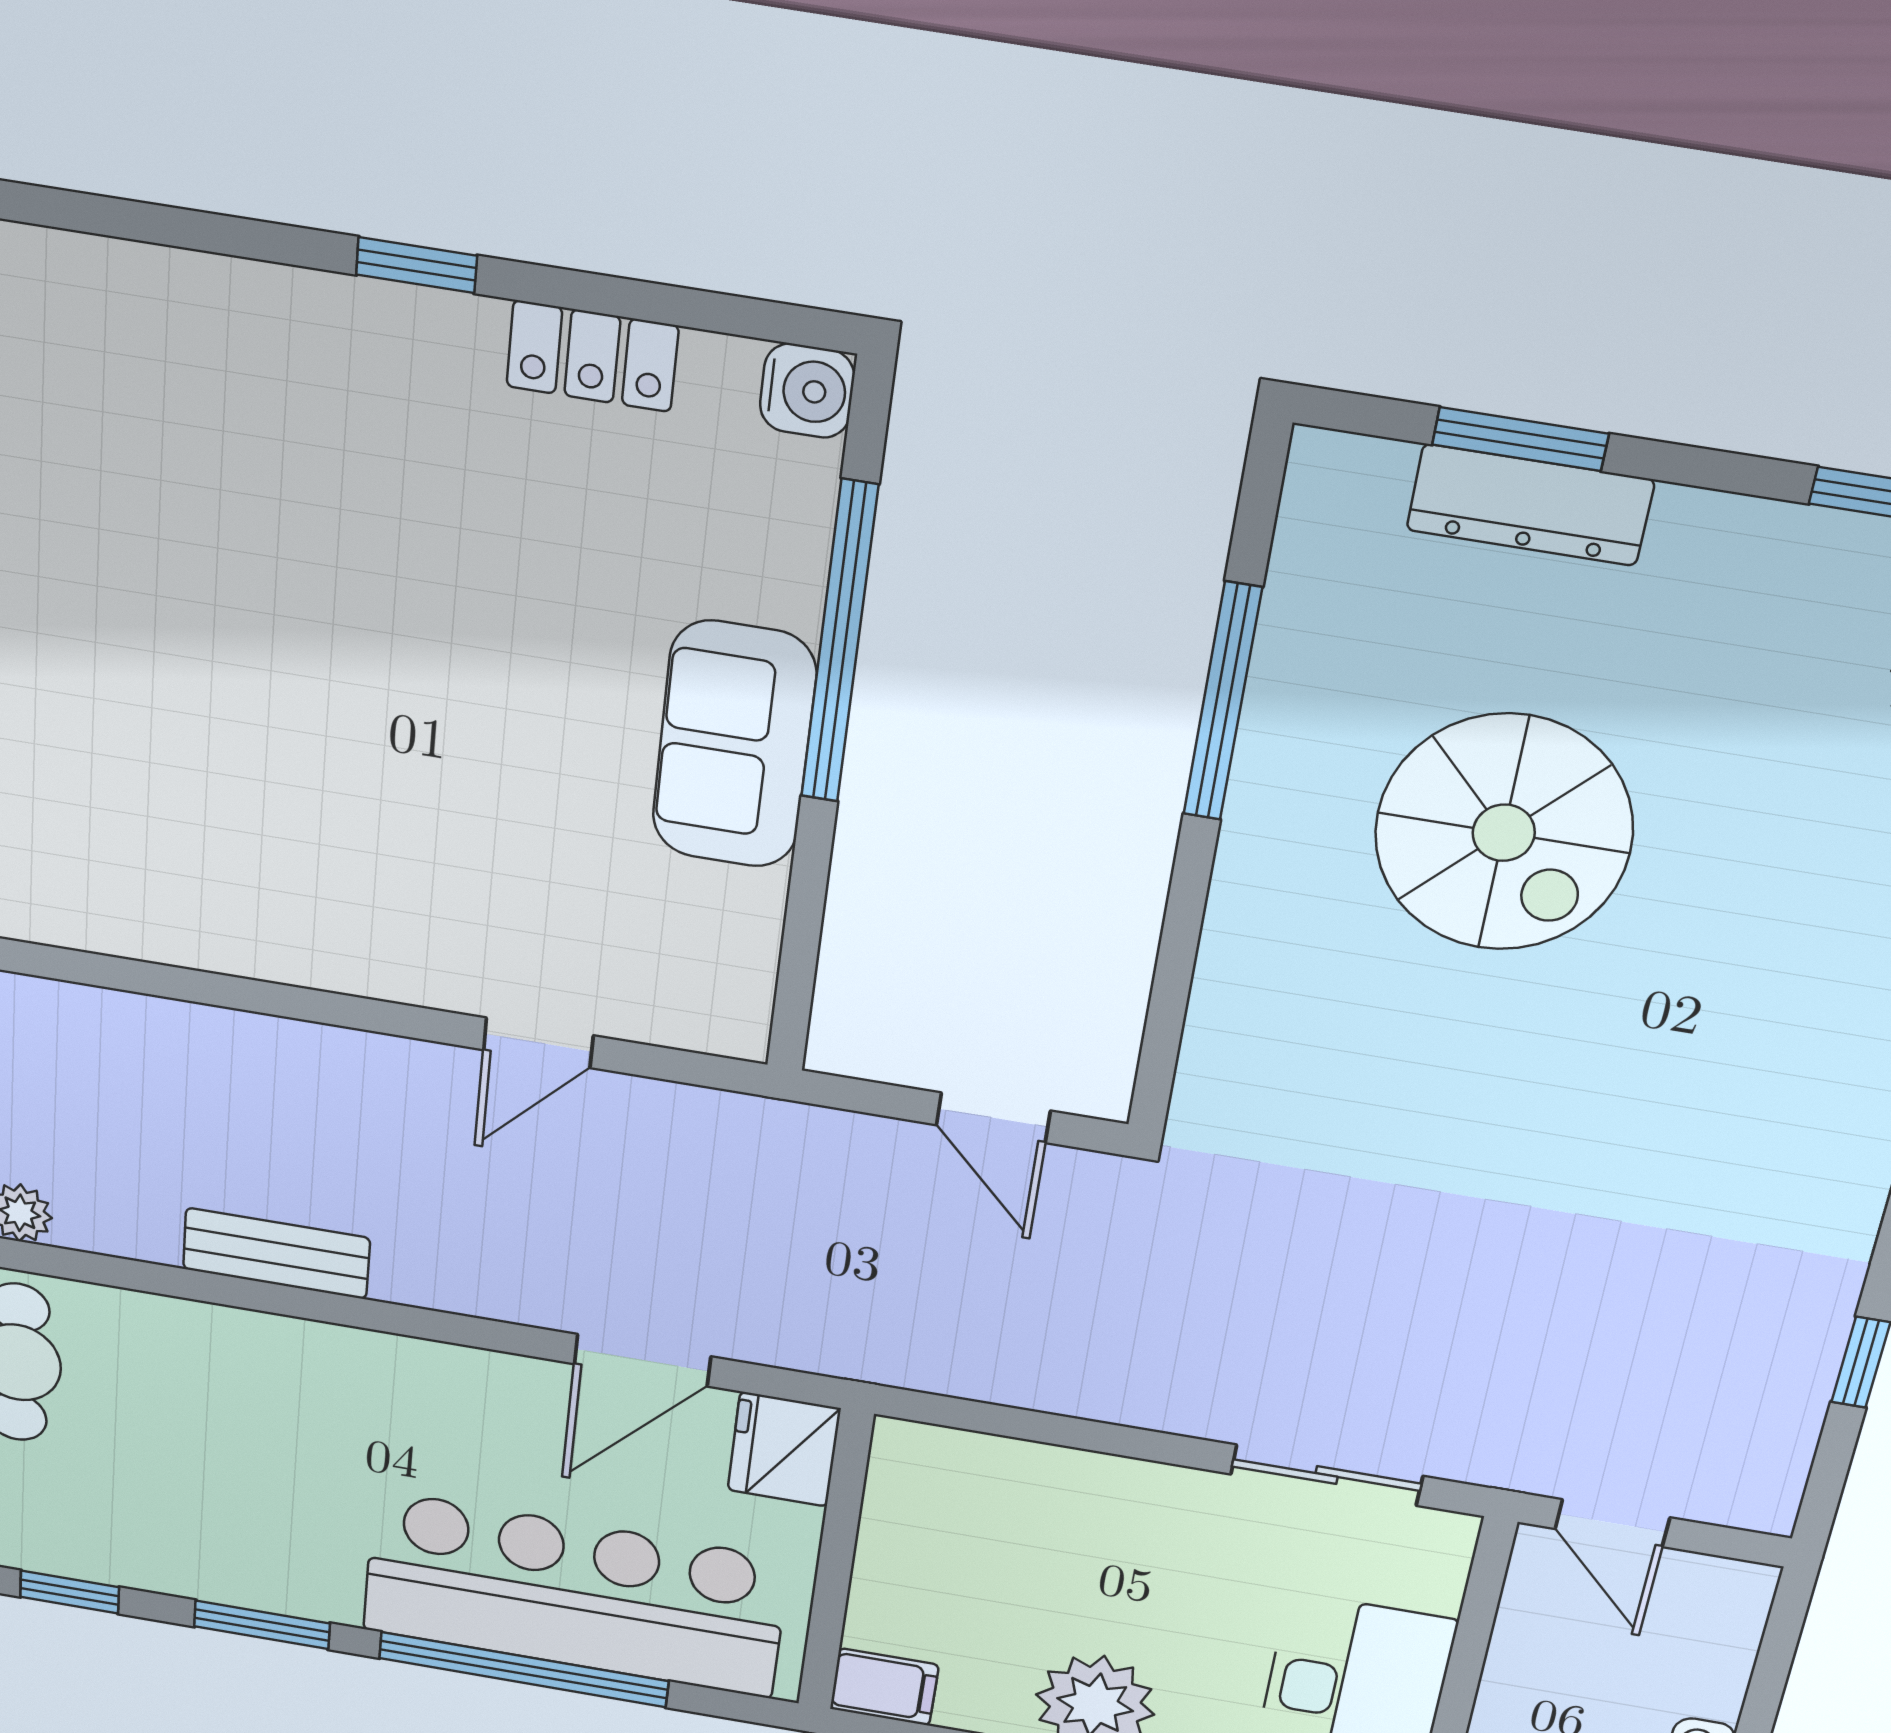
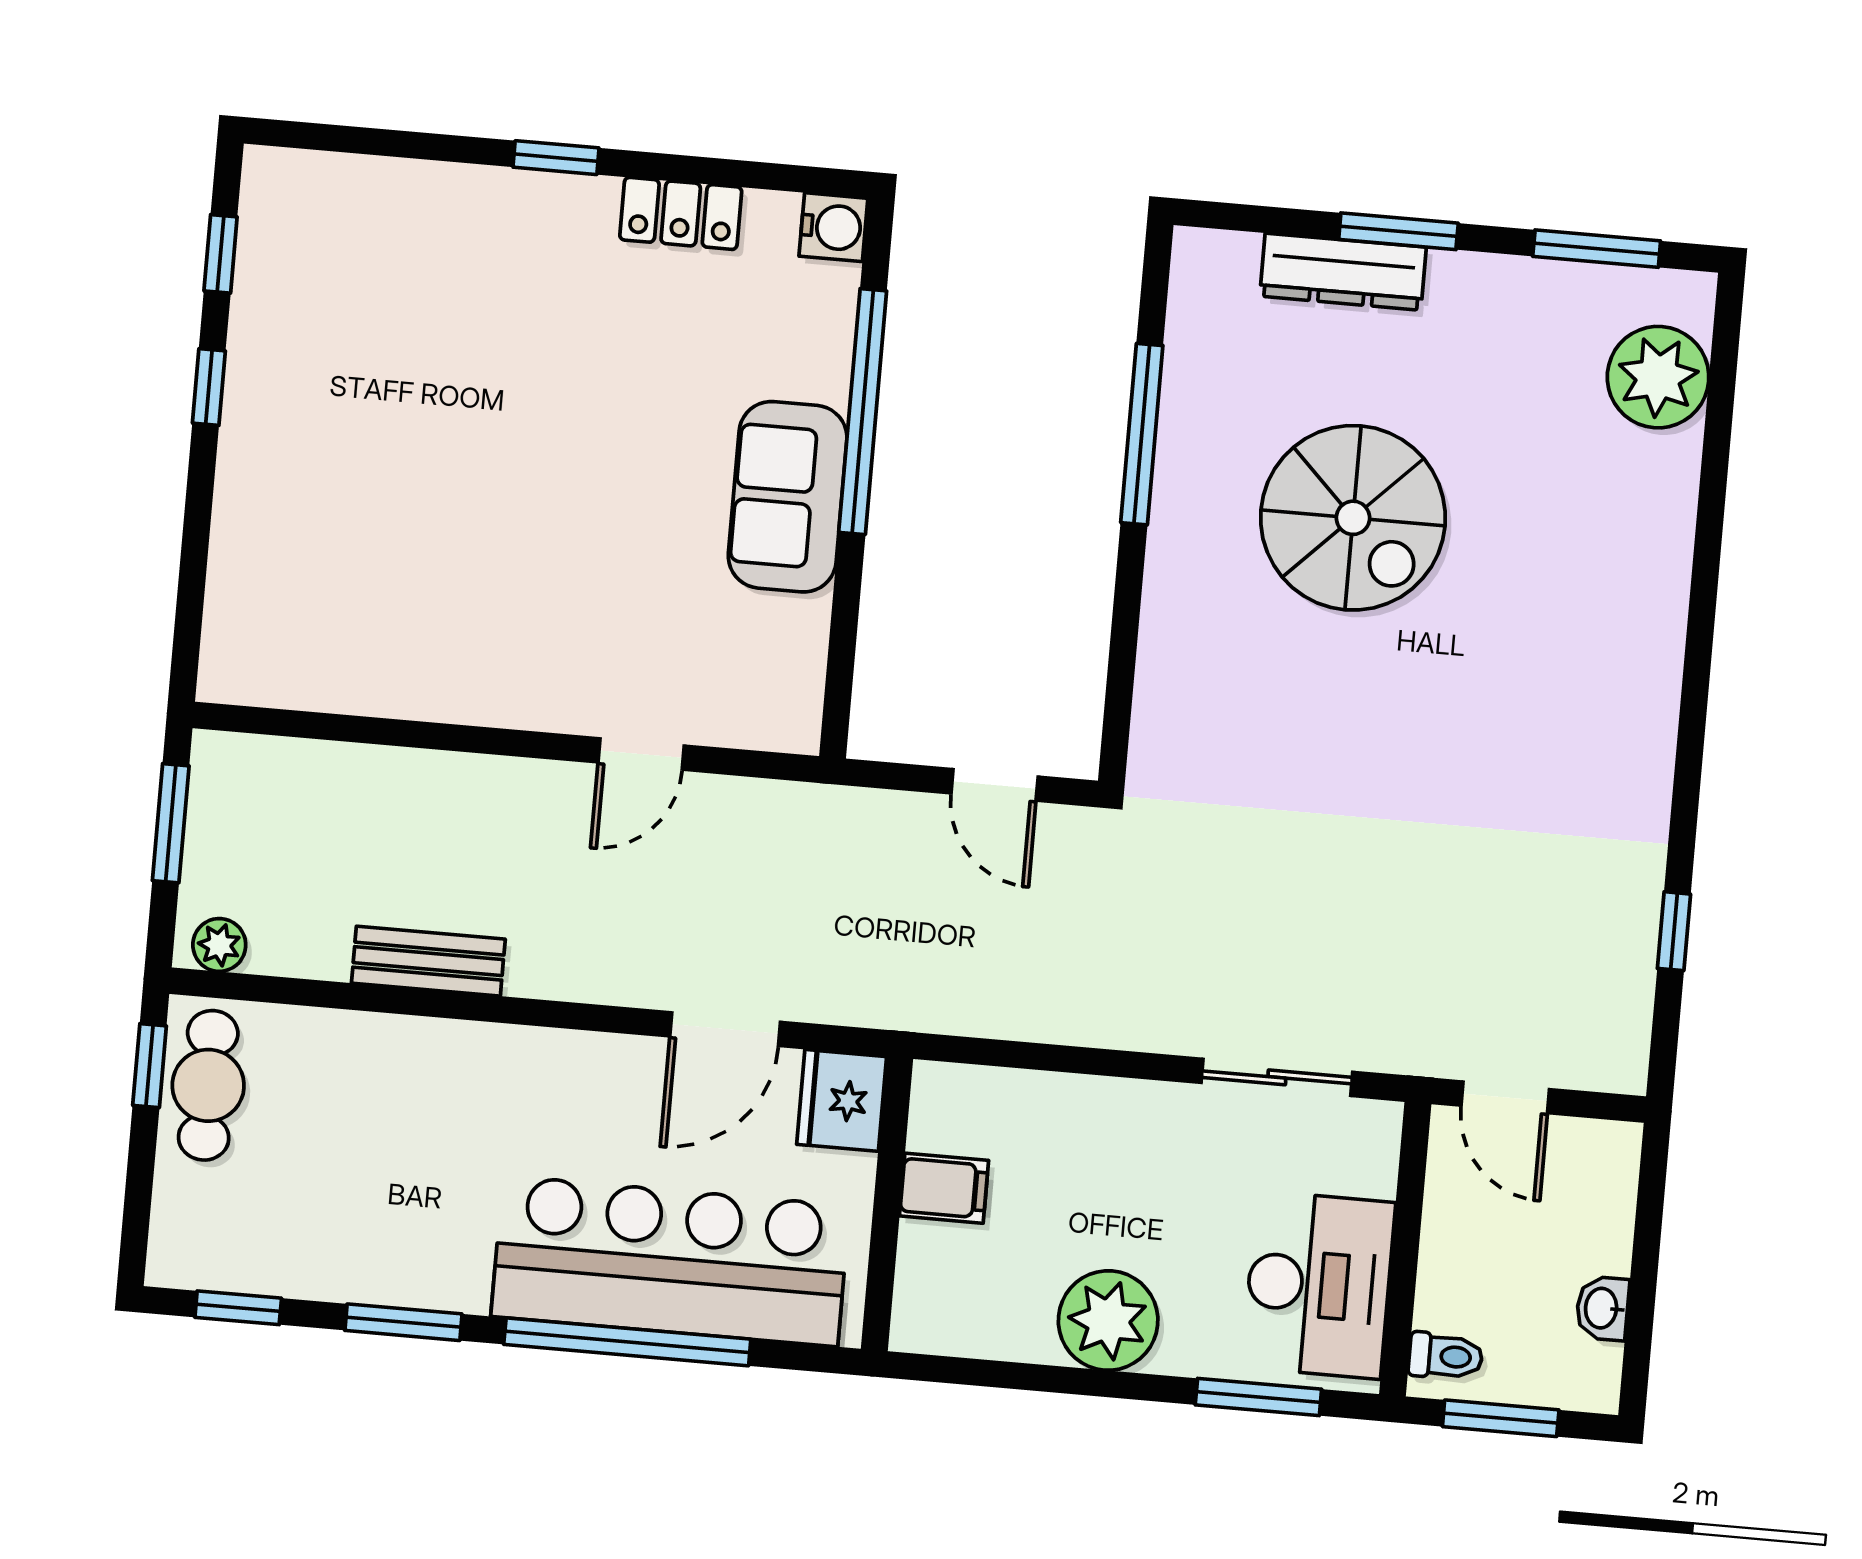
window: (1520, 439) -> (1398, 231), moved
filing cabinet: (884, 1687) -> (944, 1188), moved

